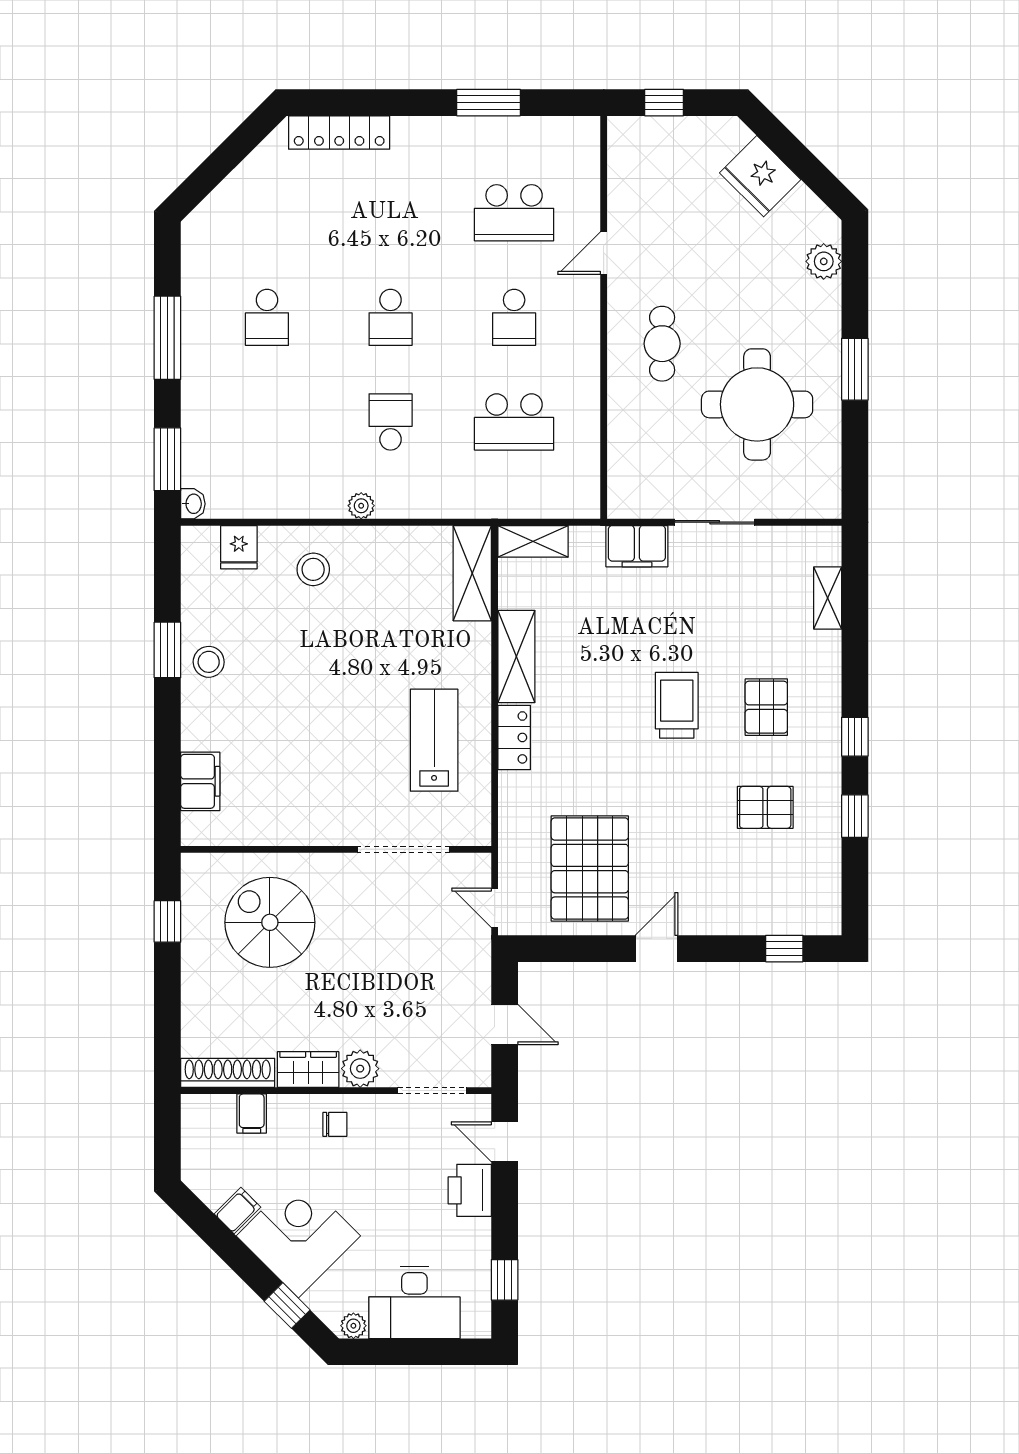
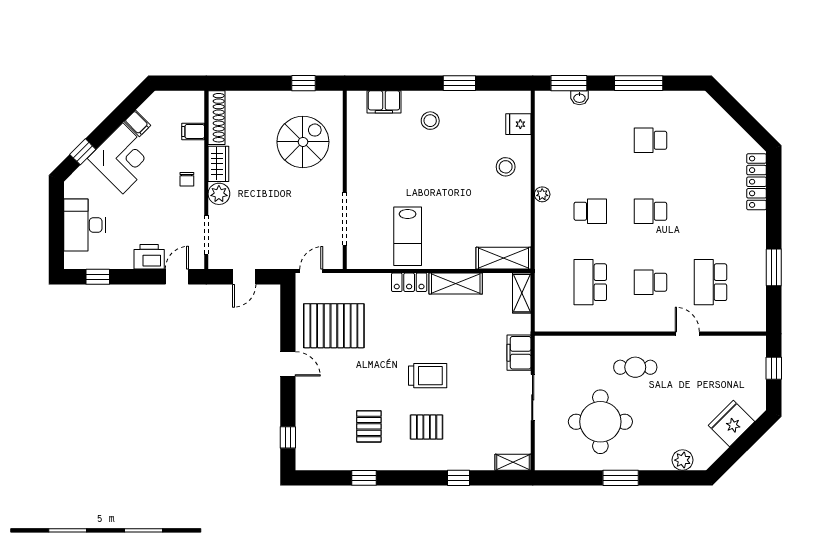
washbasin: (193, 504) -> (579, 98), moved
shelving: (828, 598) -> (513, 462), moved
stool: (209, 662) -> (430, 121), moved
window: (855, 737) -> (459, 478), moved
lab bench: (434, 740) -> (408, 236), turned 90
plant: (353, 1326) -> (71, 190), removed

